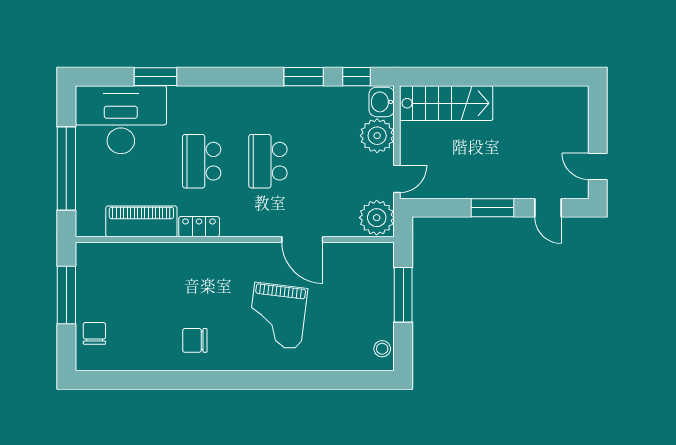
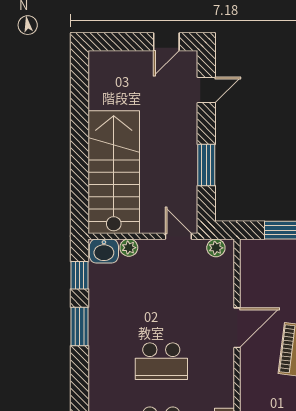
stairs: (446, 103) -> (114, 172), width x1.36, depth x1.51
plant: (377, 136) -> (129, 248), width x0.53, depth x0.53
window: (493, 208) -> (206, 165), moved
plant: (377, 218) -> (216, 248), width x0.53, depth x0.53

